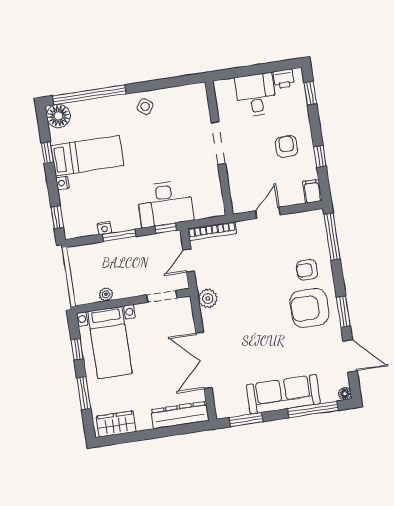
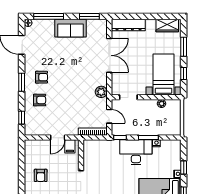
window: (320, 156) -> (22, 166), removed
filing cabinet: (312, 191) -> (70, 146), moved
desk: (165, 204) -> (136, 152), moved
window: (57, 217) -> (184, 168), moved
window: (332, 237) -> (22, 118), width x0.46
door: (189, 260) -> (109, 116), hinge flipped
armchair: (309, 308) -> (42, 77), width x0.53, depth x0.53
window: (343, 312) -> (22, 82), moved
sofa: (283, 394) -> (71, 28), width x0.73

